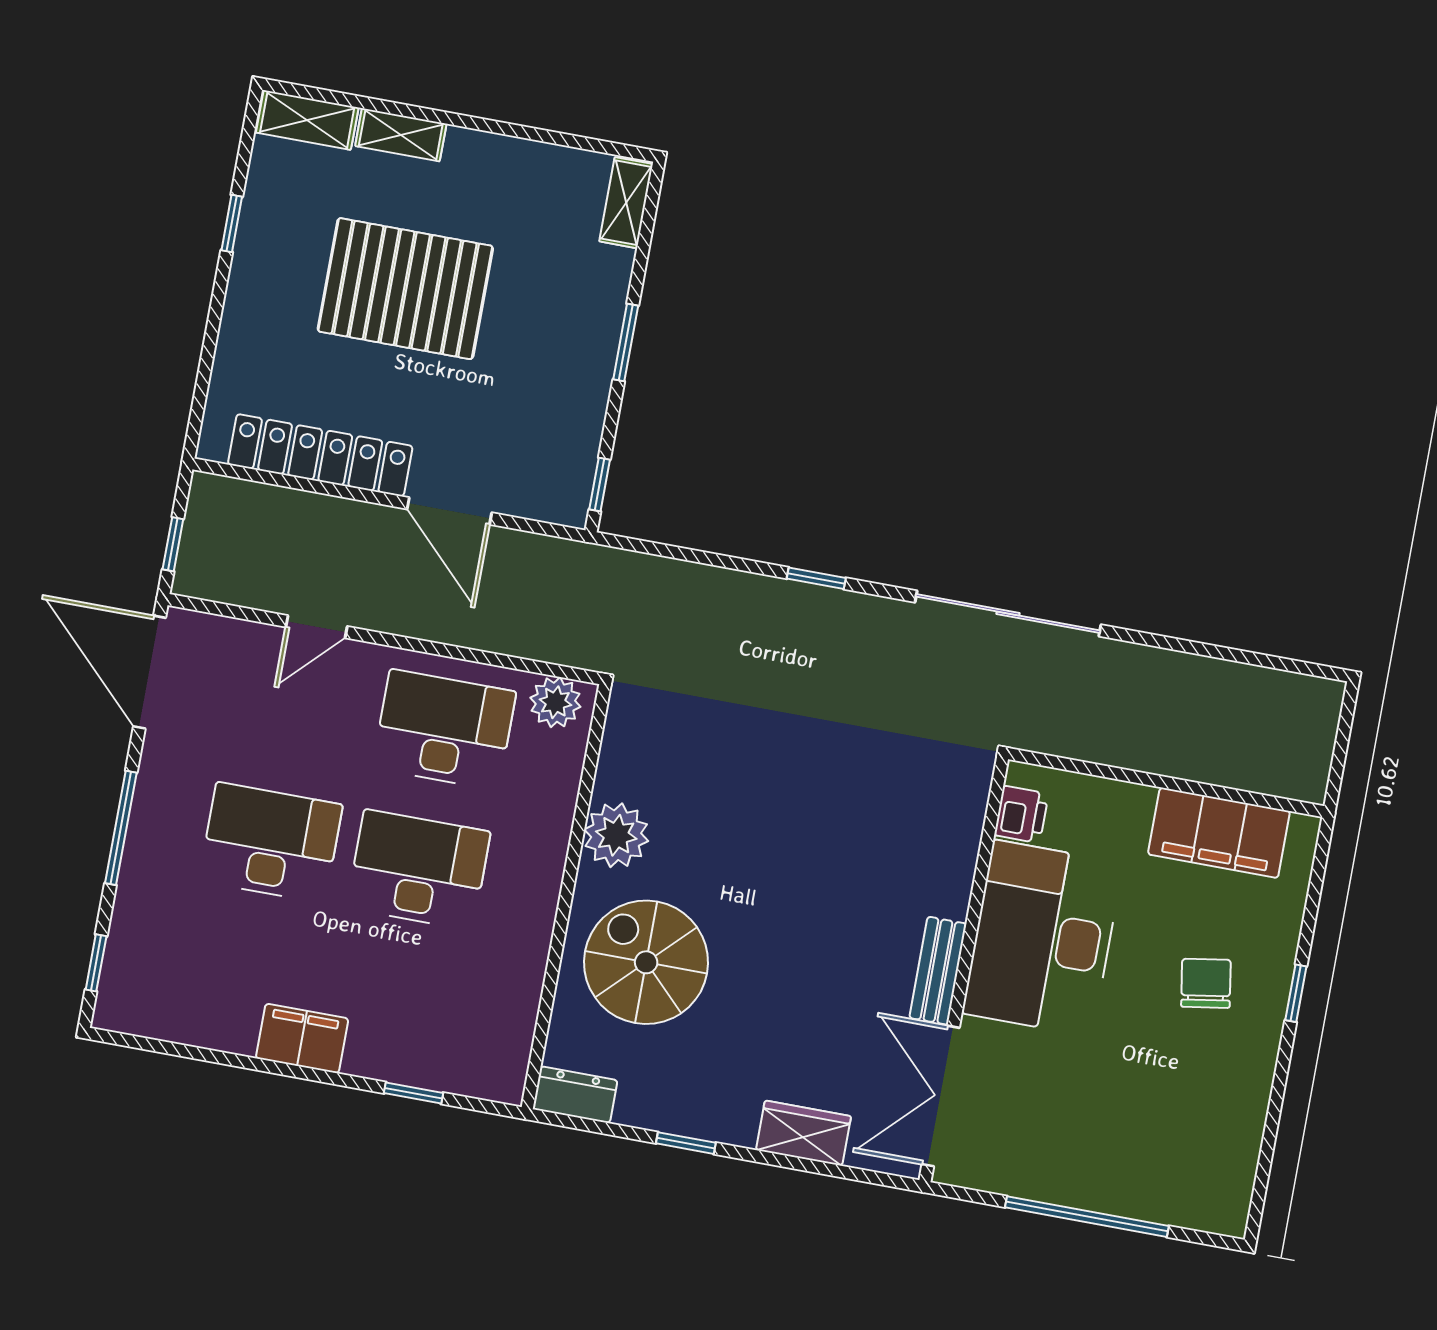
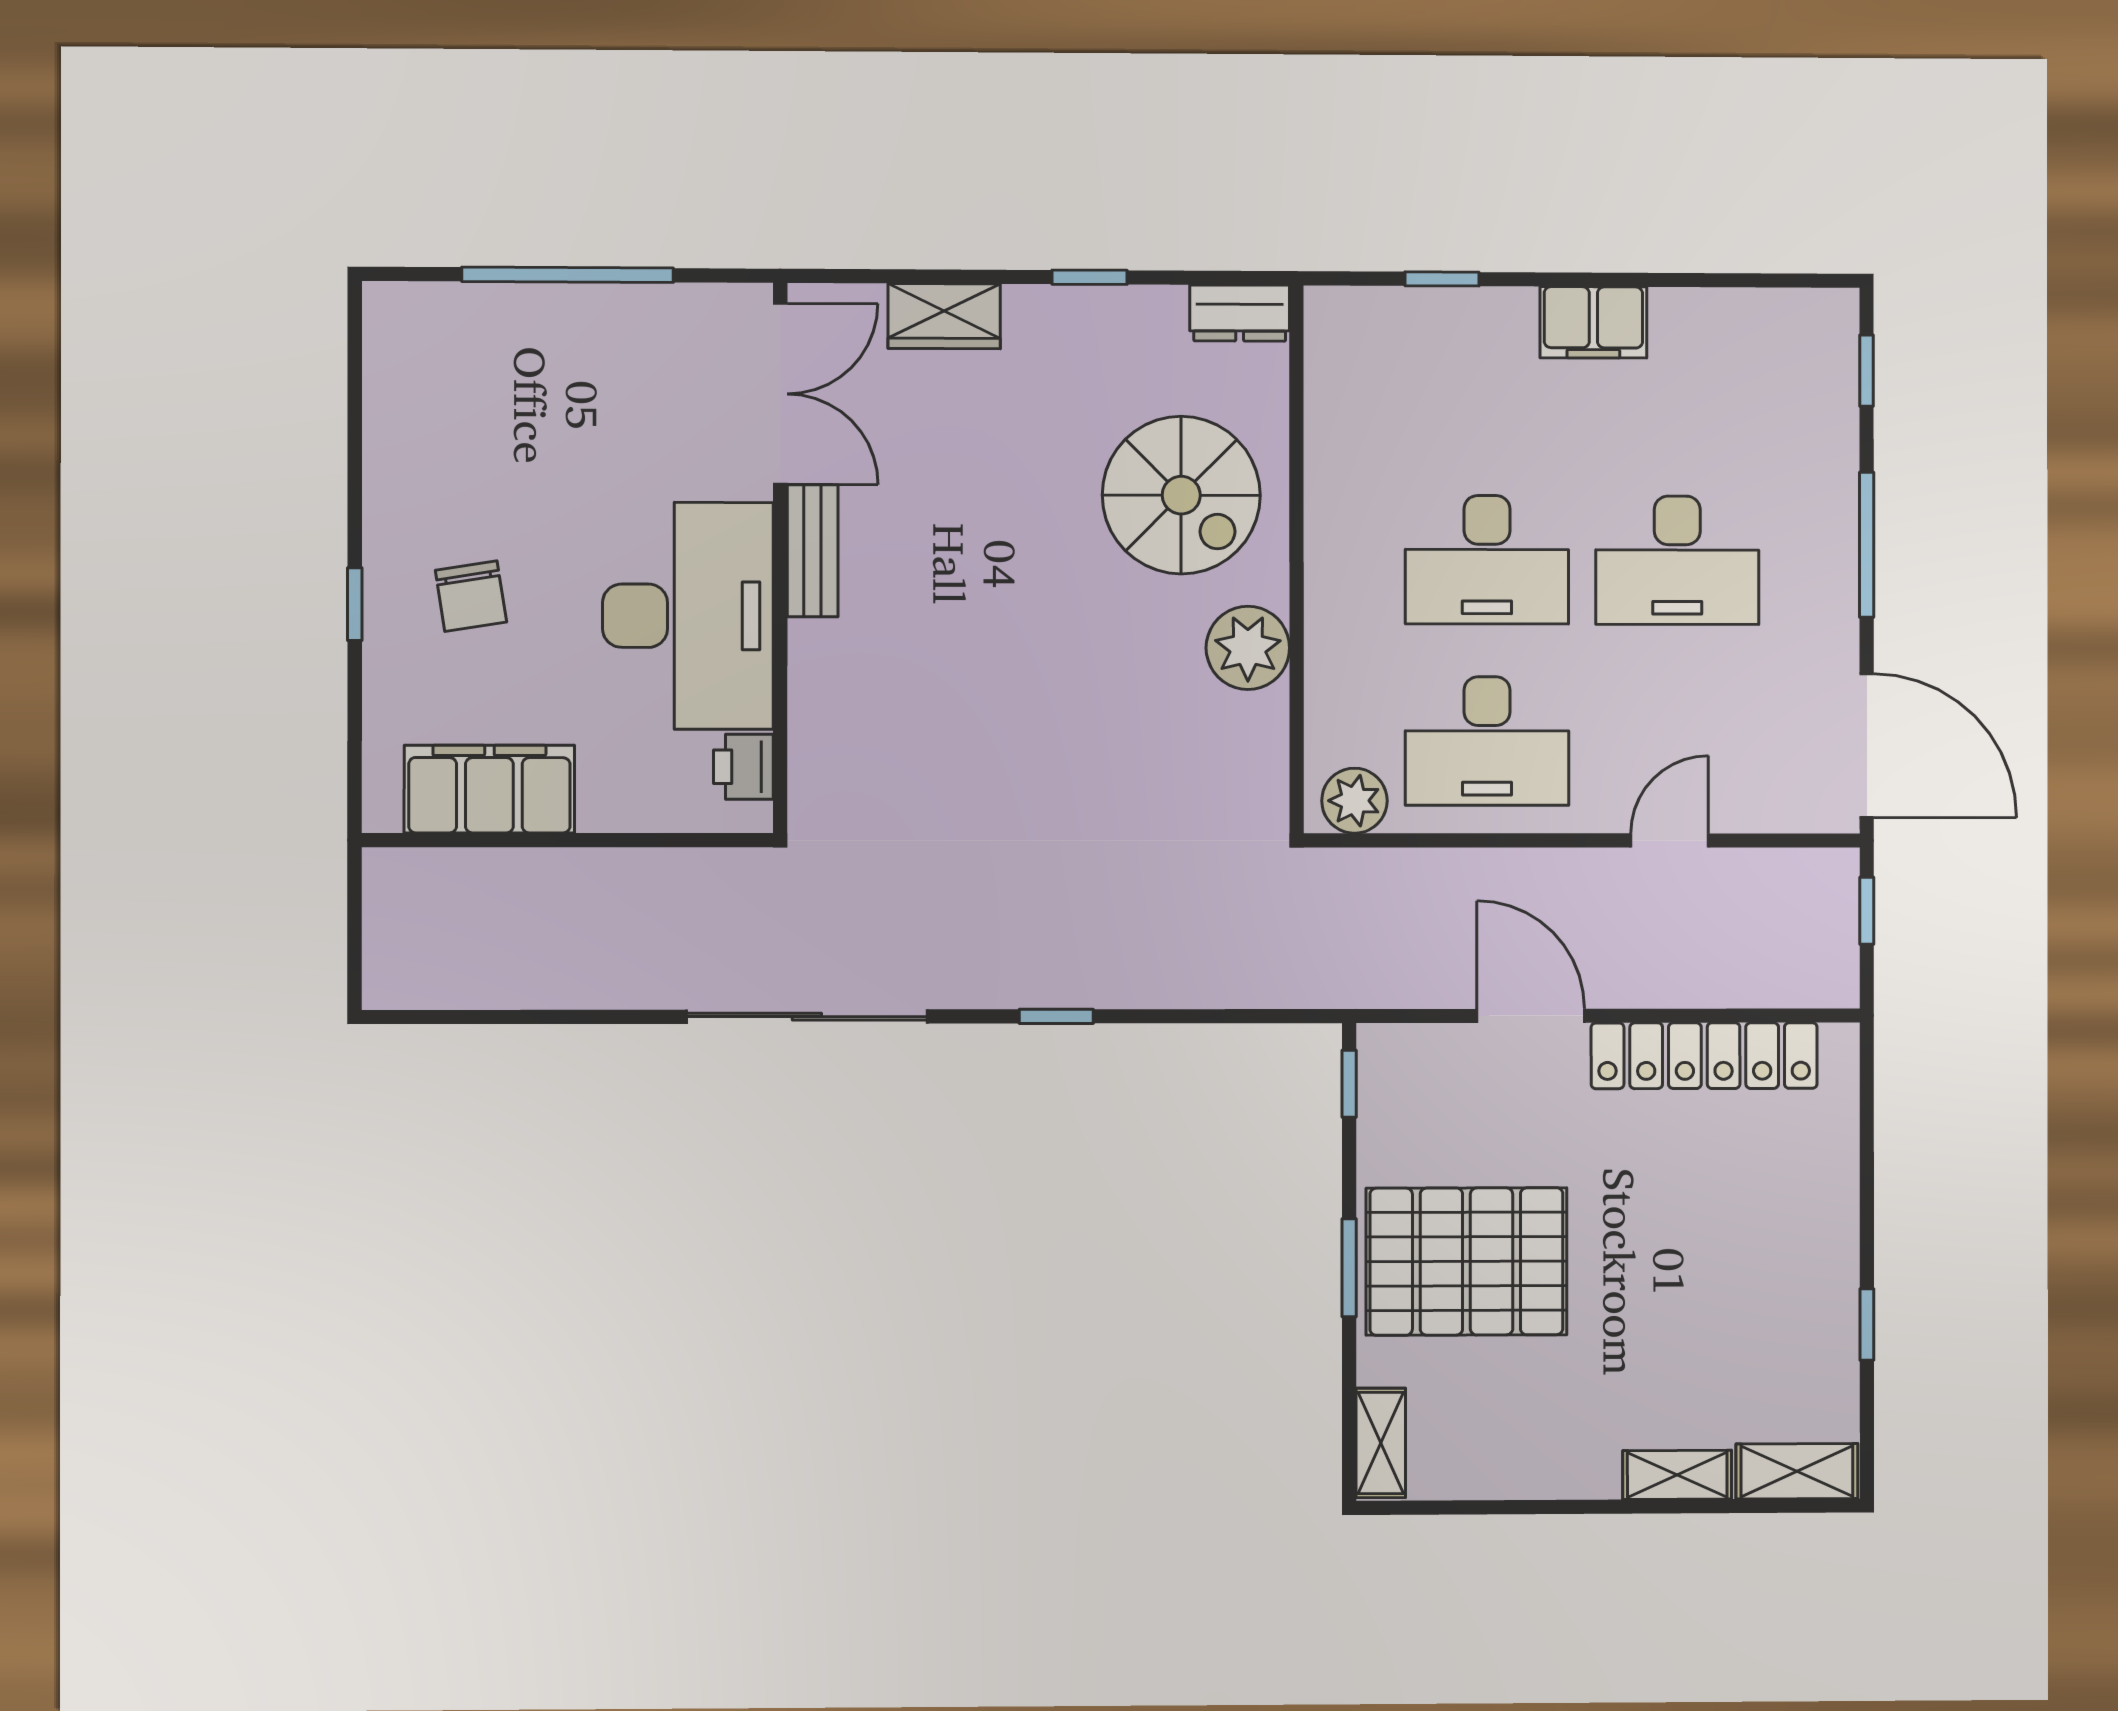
pallet: (405, 289) -> (1466, 1261), moved

